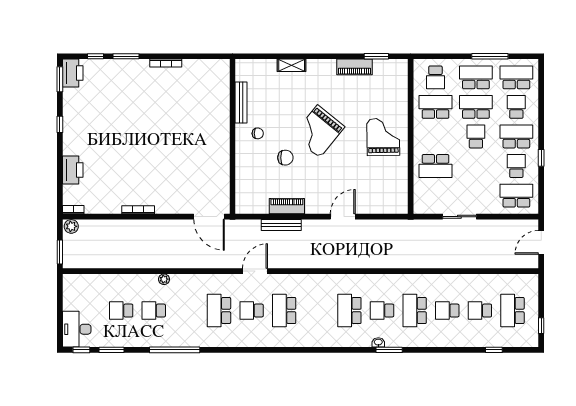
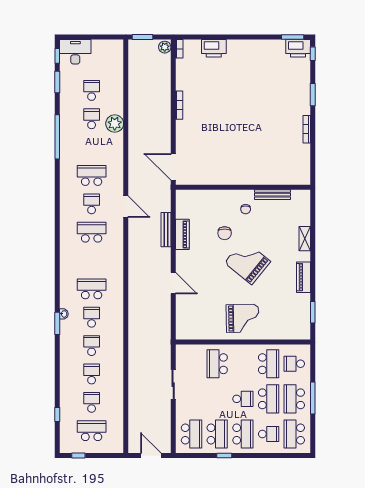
window: (96, 56) -> (313, 54), moved
window: (490, 56) -> (313, 398), moved
piano: (354, 67) -> (303, 277), moved
school desk: (476, 77) -> (294, 399), turned 180
school desk: (516, 77) -> (294, 434), turned 180
window: (60, 124) -> (253, 37), removed
school desk: (516, 166) -> (217, 434), width x1.85
door: (209, 217) -> (173, 167), hinge flipped
plant: (164, 279) -> (115, 124), width x1.87, depth x1.87
school desk: (415, 311) -> (92, 346), width x0.54

